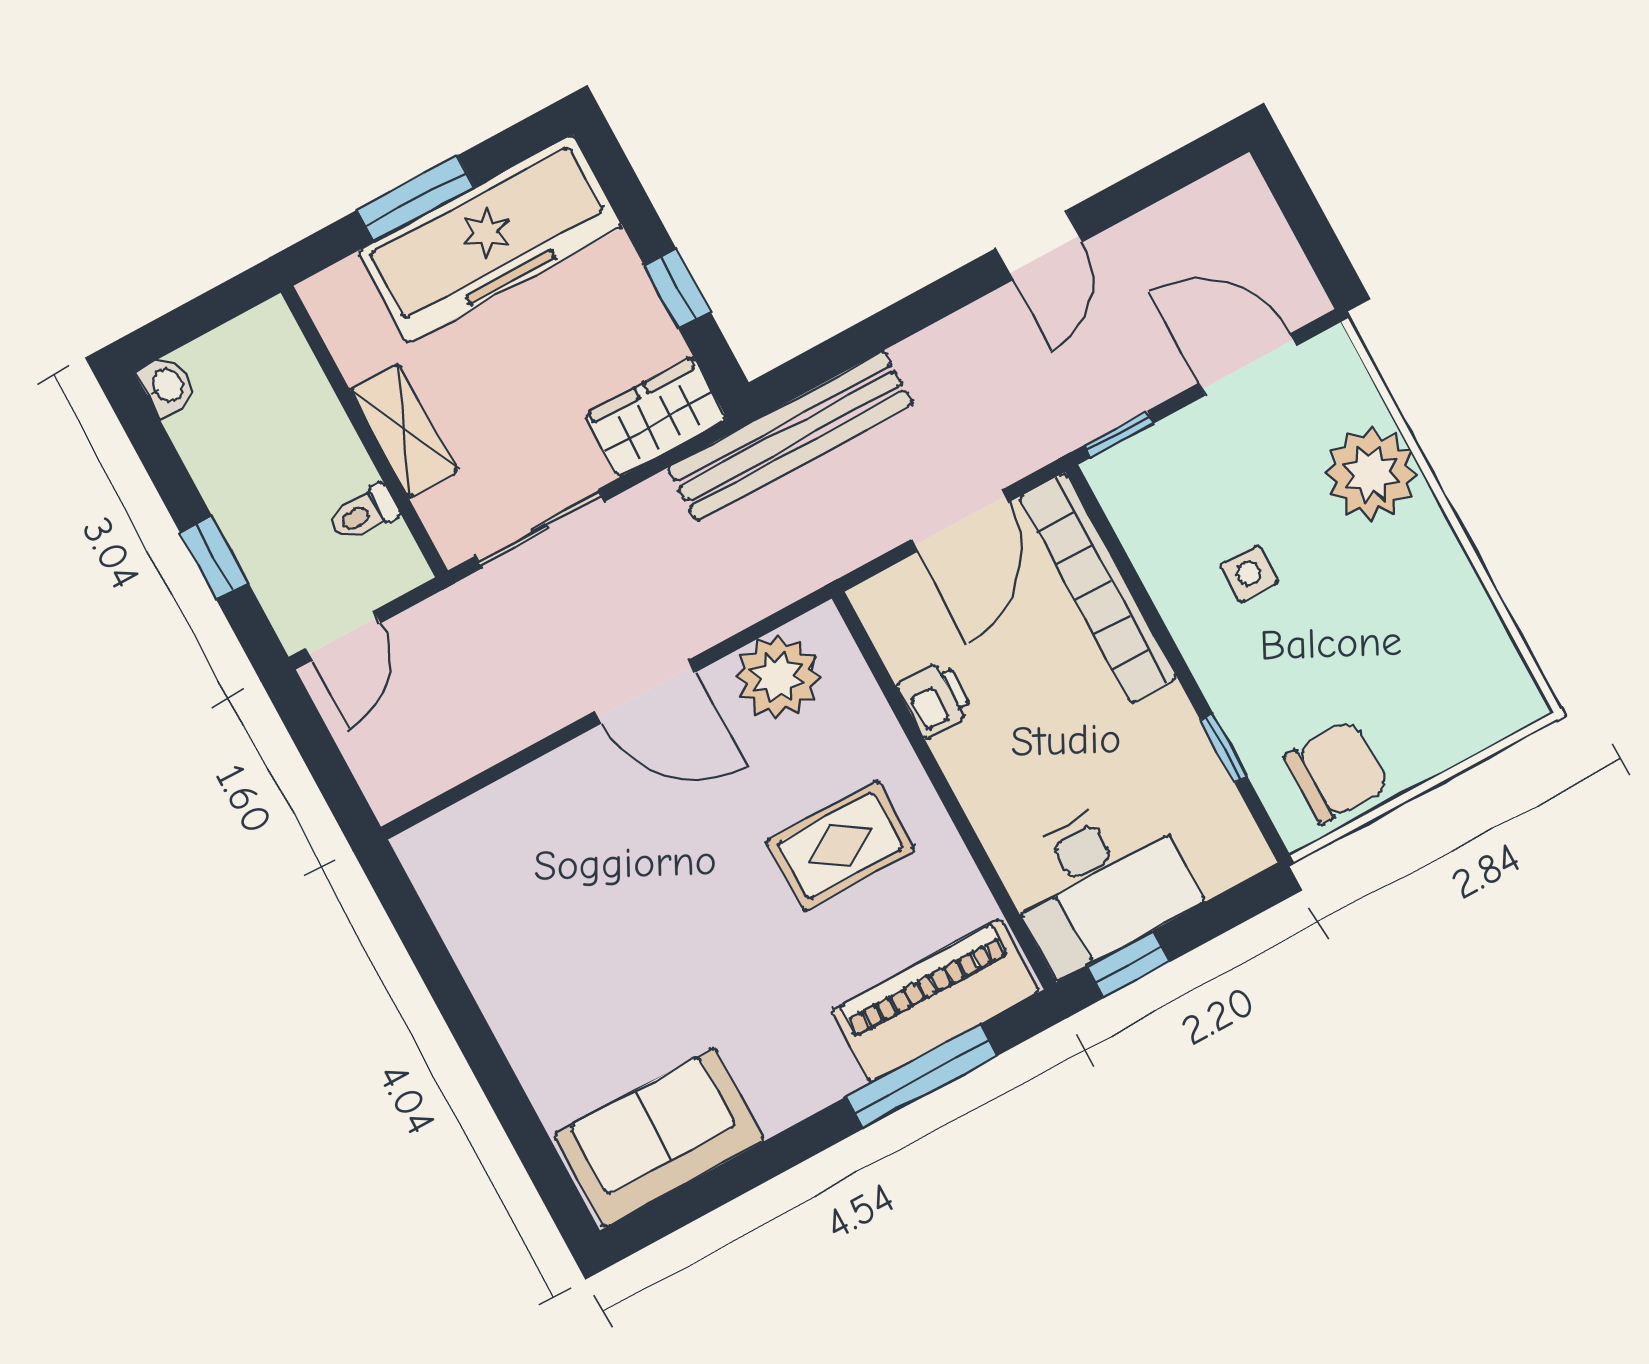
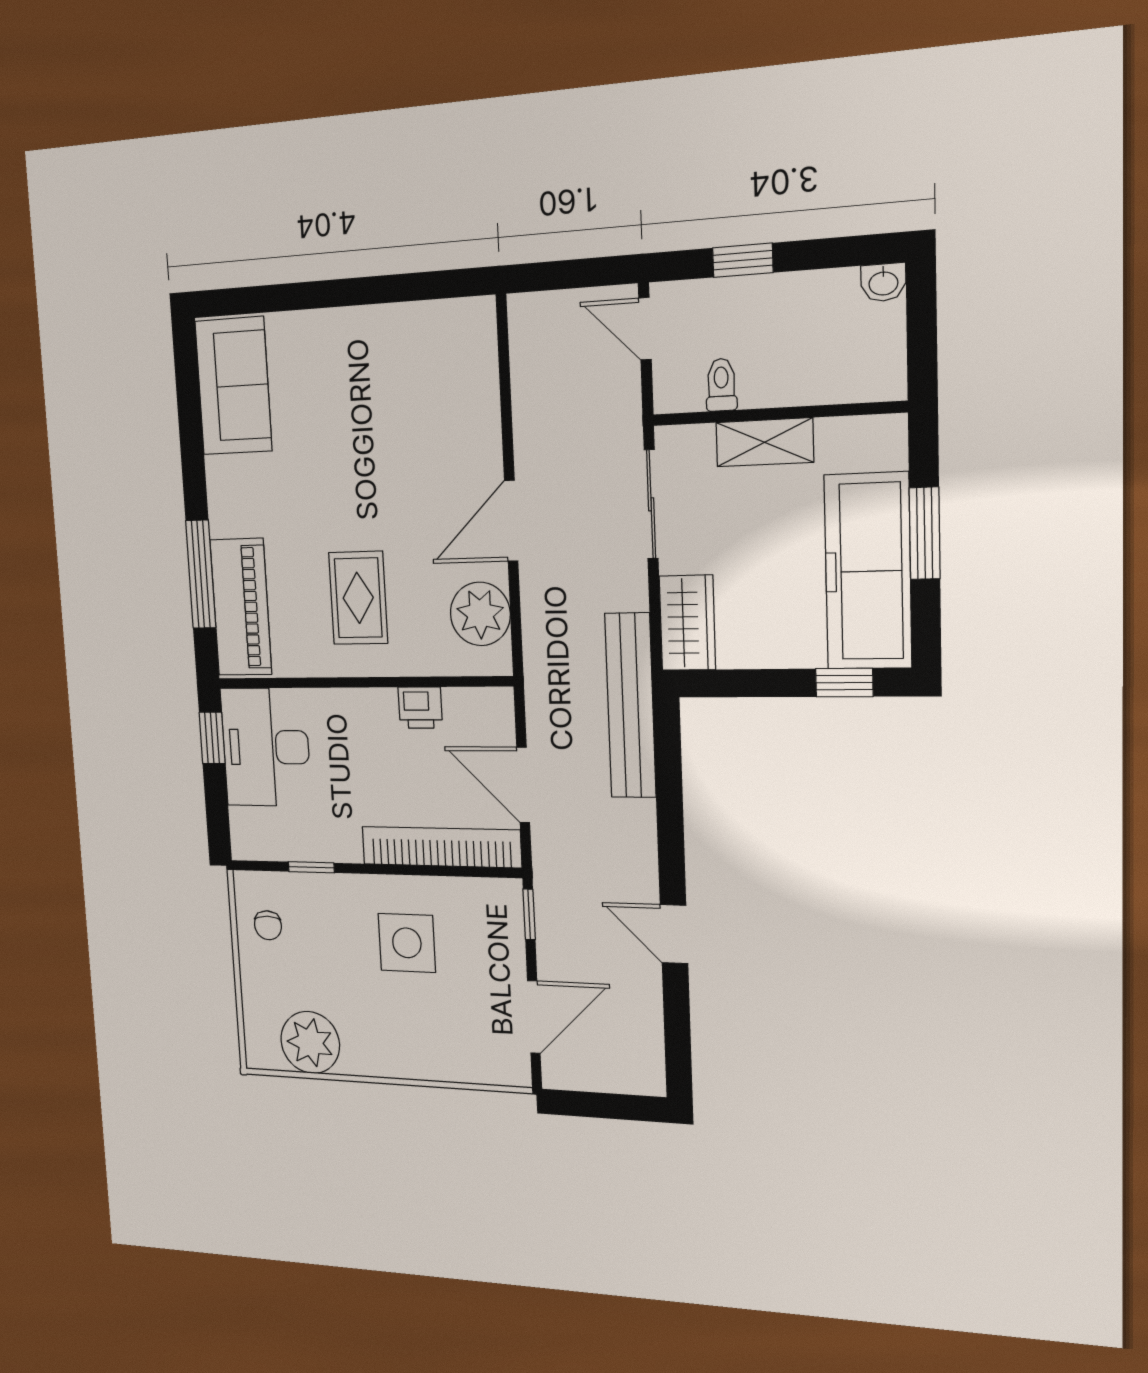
window: (677, 288) -> (844, 683), moved
plant: (1371, 474) -> (310, 1042), moved
side table: (1249, 574) -> (407, 943), width x1.87, depth x1.87
chair: (1337, 772) -> (268, 925), width x0.54, depth x0.54

